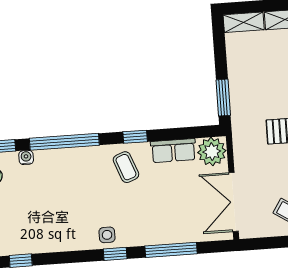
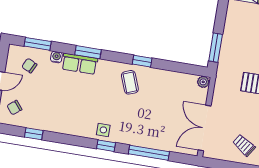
window: (64, 142) -> (88, 52), width x0.47
row of seats: (173, 151) -> (80, 64), moved
plant: (212, 152) -> (203, 82), width x0.53, depth x0.53

